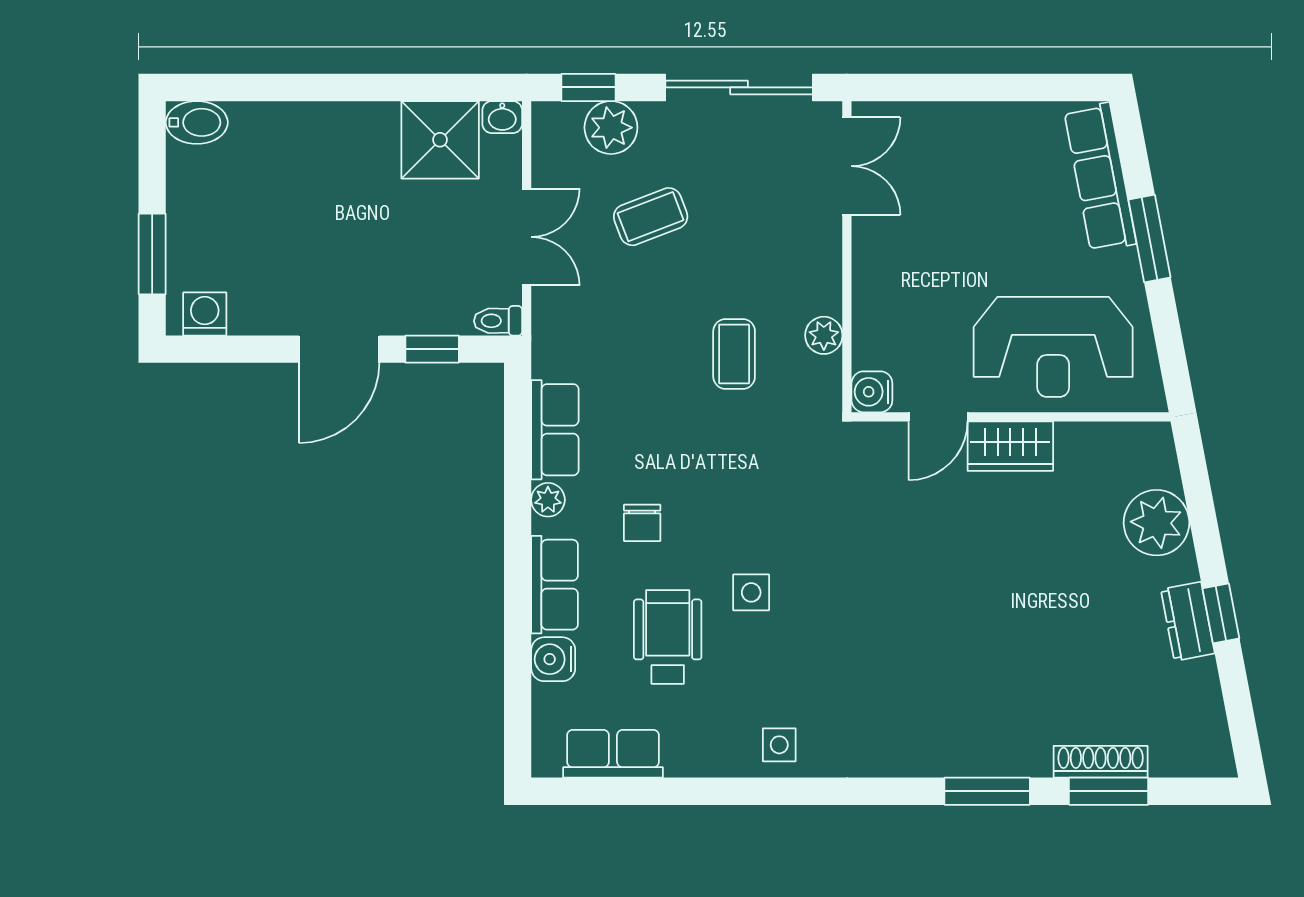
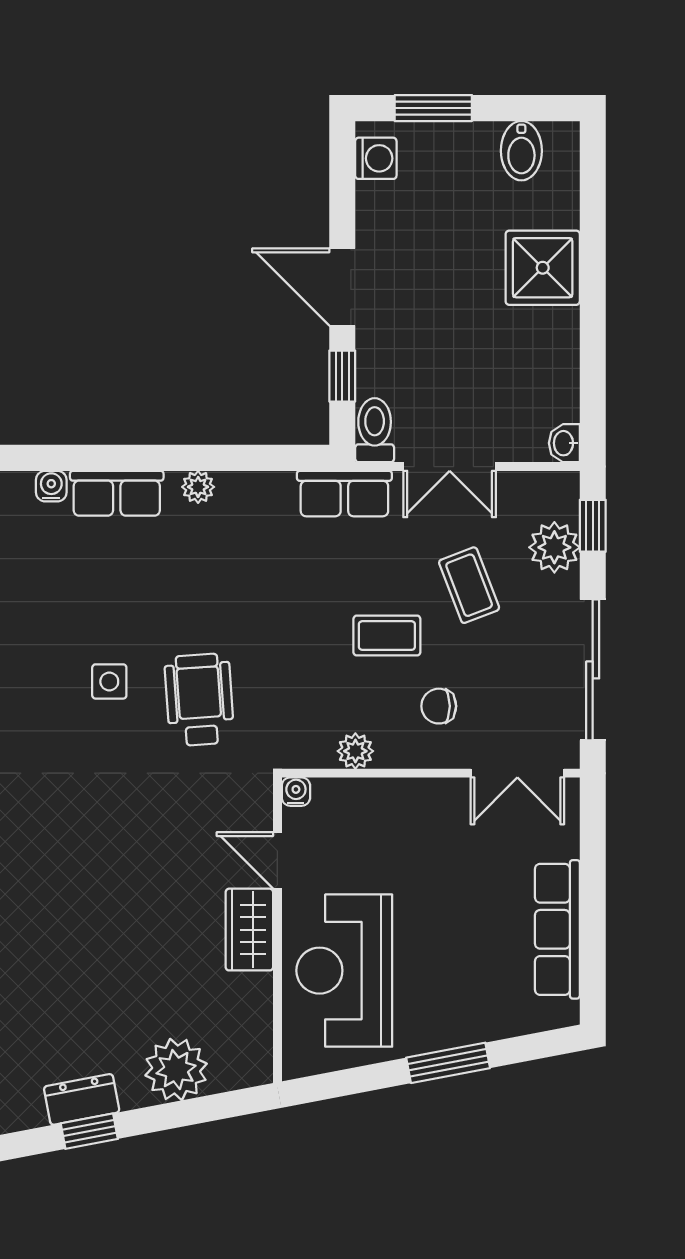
bidet: (197, 122) -> (521, 151), moved
shower: (440, 140) -> (543, 268), moved
row of seats: (1100, 177) -> (557, 929), moved, turned -79
toilet: (498, 321) -> (375, 430), width x1.37, depth x1.39
coffee table: (734, 354) -> (387, 636), moved
water cooler: (872, 392) -> (296, 792), width x0.72, depth x0.72
row of seats: (555, 430) -> (344, 494), moved
chair: (642, 523) -> (439, 706), moved
wheelchair: (668, 637) -> (199, 700), moved, turned -94
water cooler: (553, 659) -> (51, 486), width x0.72, depth x0.72

